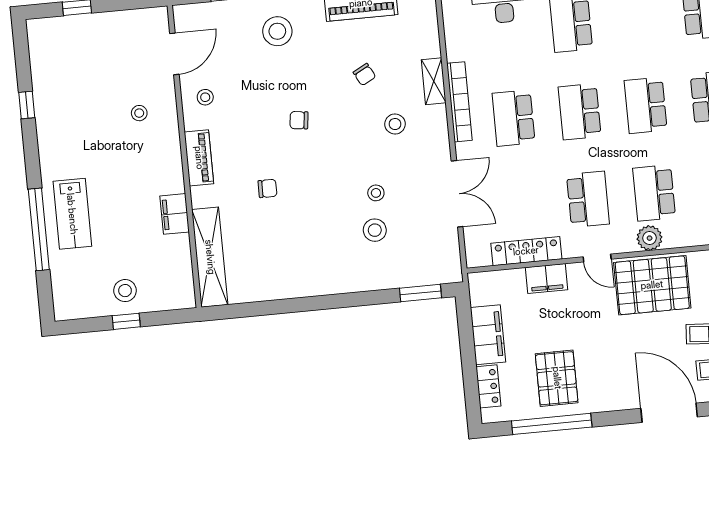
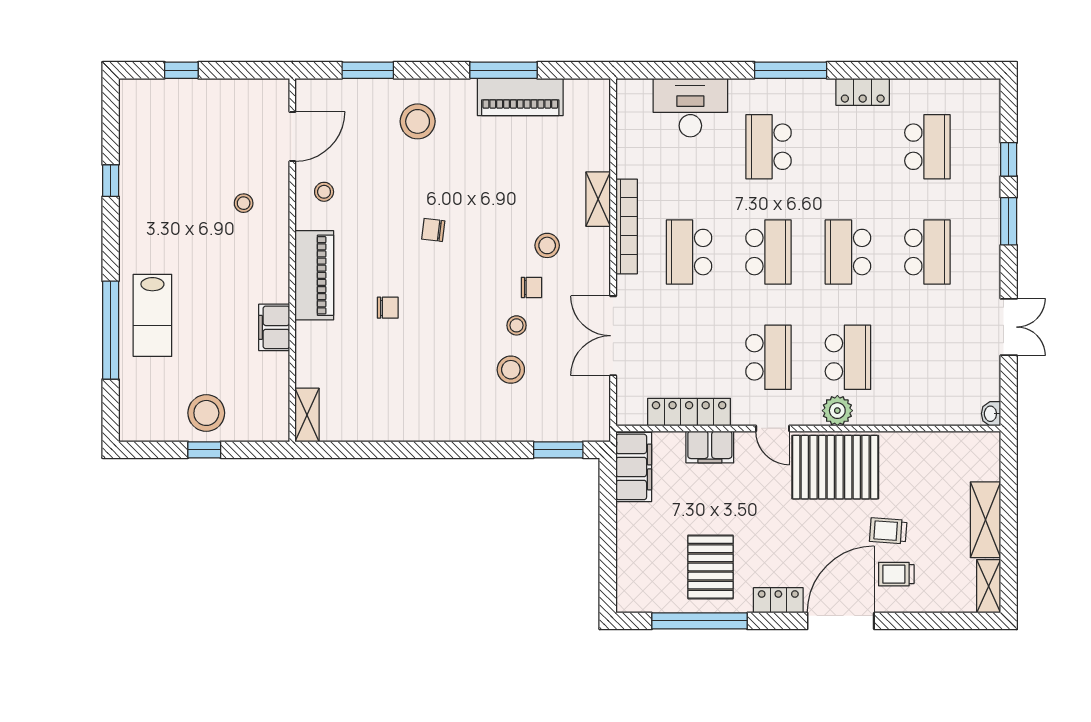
chair: (364, 75) -> (531, 287), moved, turned -62
school desk: (580, 112) -> (768, 252), turned 180
piano: (199, 158) -> (314, 275), width x1.37, depth x1.33
school desk: (654, 193) -> (848, 357), turned 180
double door: (457, 194) -> (613, 336), swing flipped
shelving: (210, 257) -> (307, 415), width x0.45, depth x0.75
stool: (125, 291) -> (206, 413), width x1.38, depth x1.38
filing cabinet: (488, 335) -> (634, 467), moved
locker: (488, 386) -> (778, 600), moved, turned -90
door: (669, 413) -> (841, 621), hinge flipped

